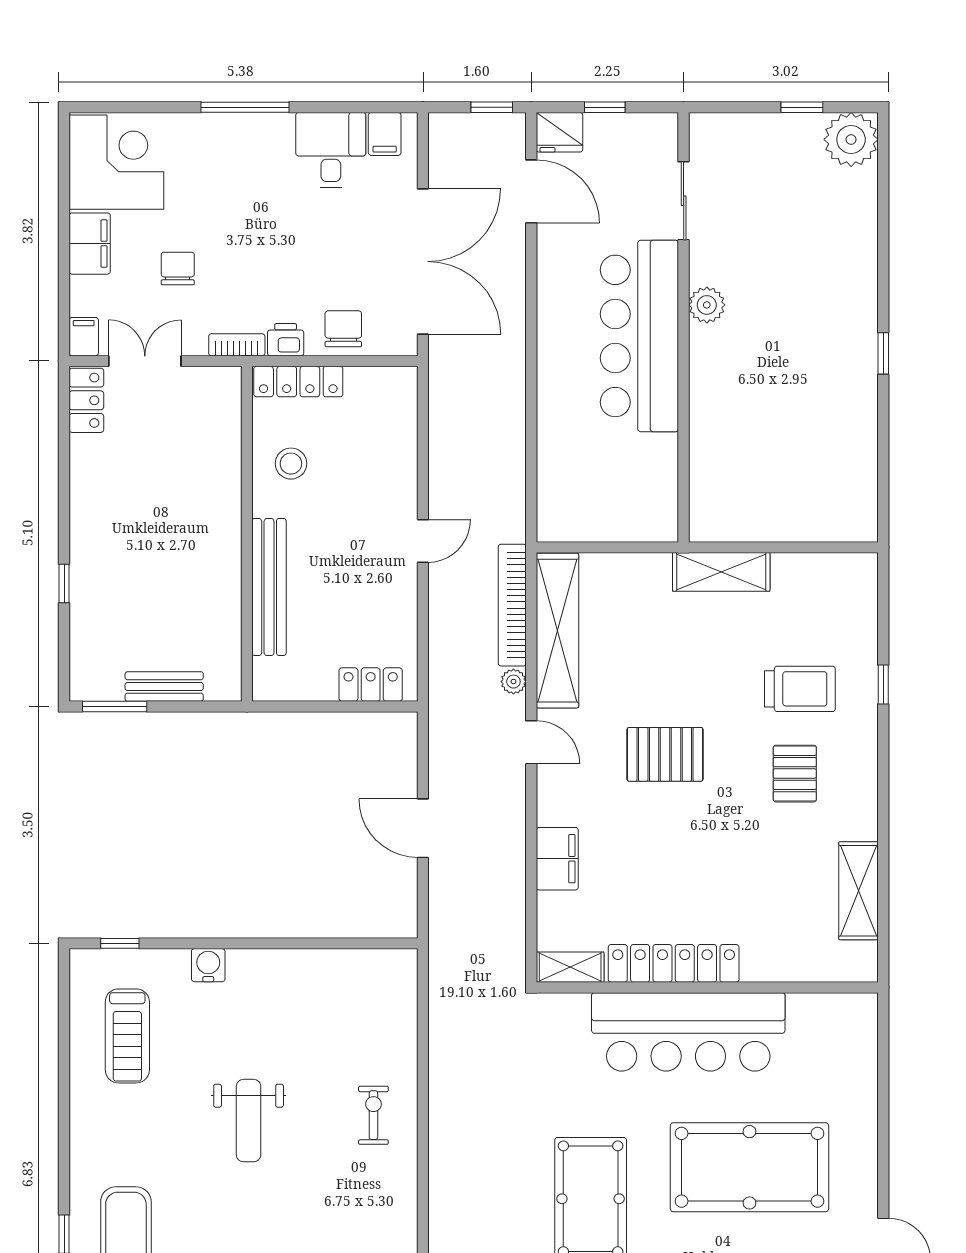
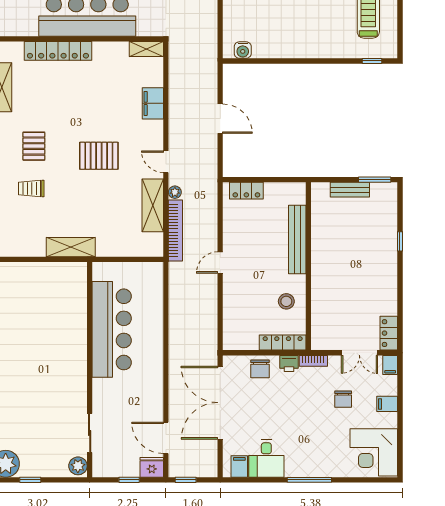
filing cabinet: (90, 244) -> (387, 404), width x0.50
plant: (707, 305) -> (78, 466), moved
bar counter: (639, 336) -> (112, 329), moved
shelving: (557, 631) -> (153, 205), width x0.68
trolley: (800, 689) -> (31, 189), width x0.73, depth x0.72
locker: (674, 963) -> (58, 51), moved
water cooler: (208, 965) -> (243, 50), moved

